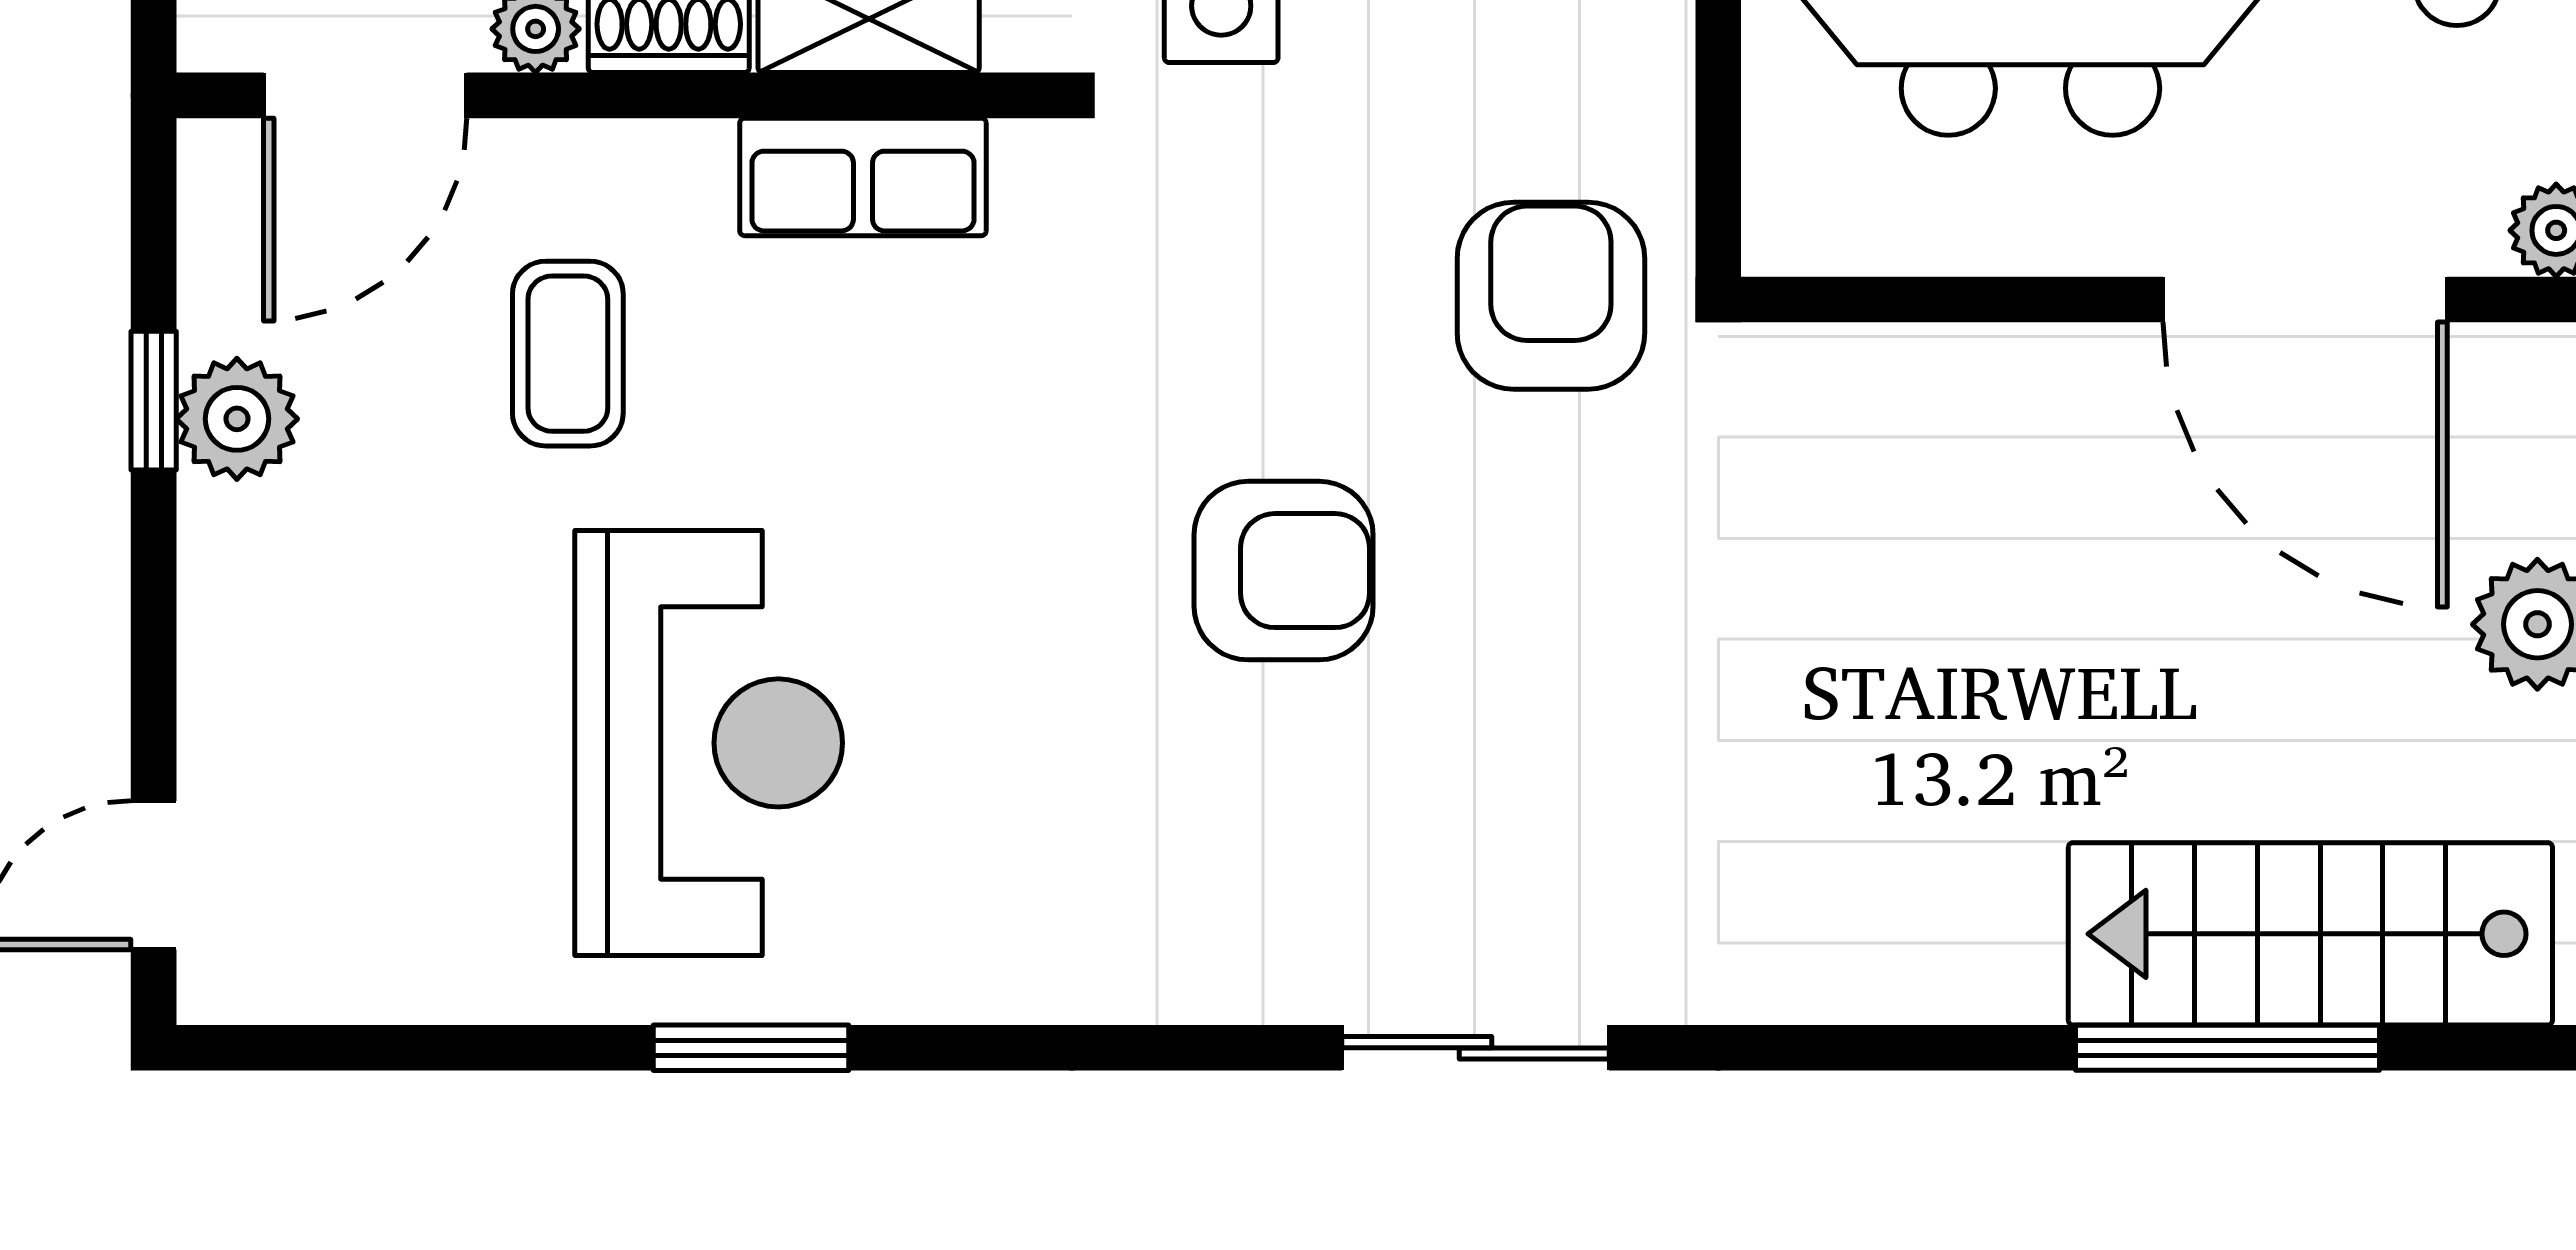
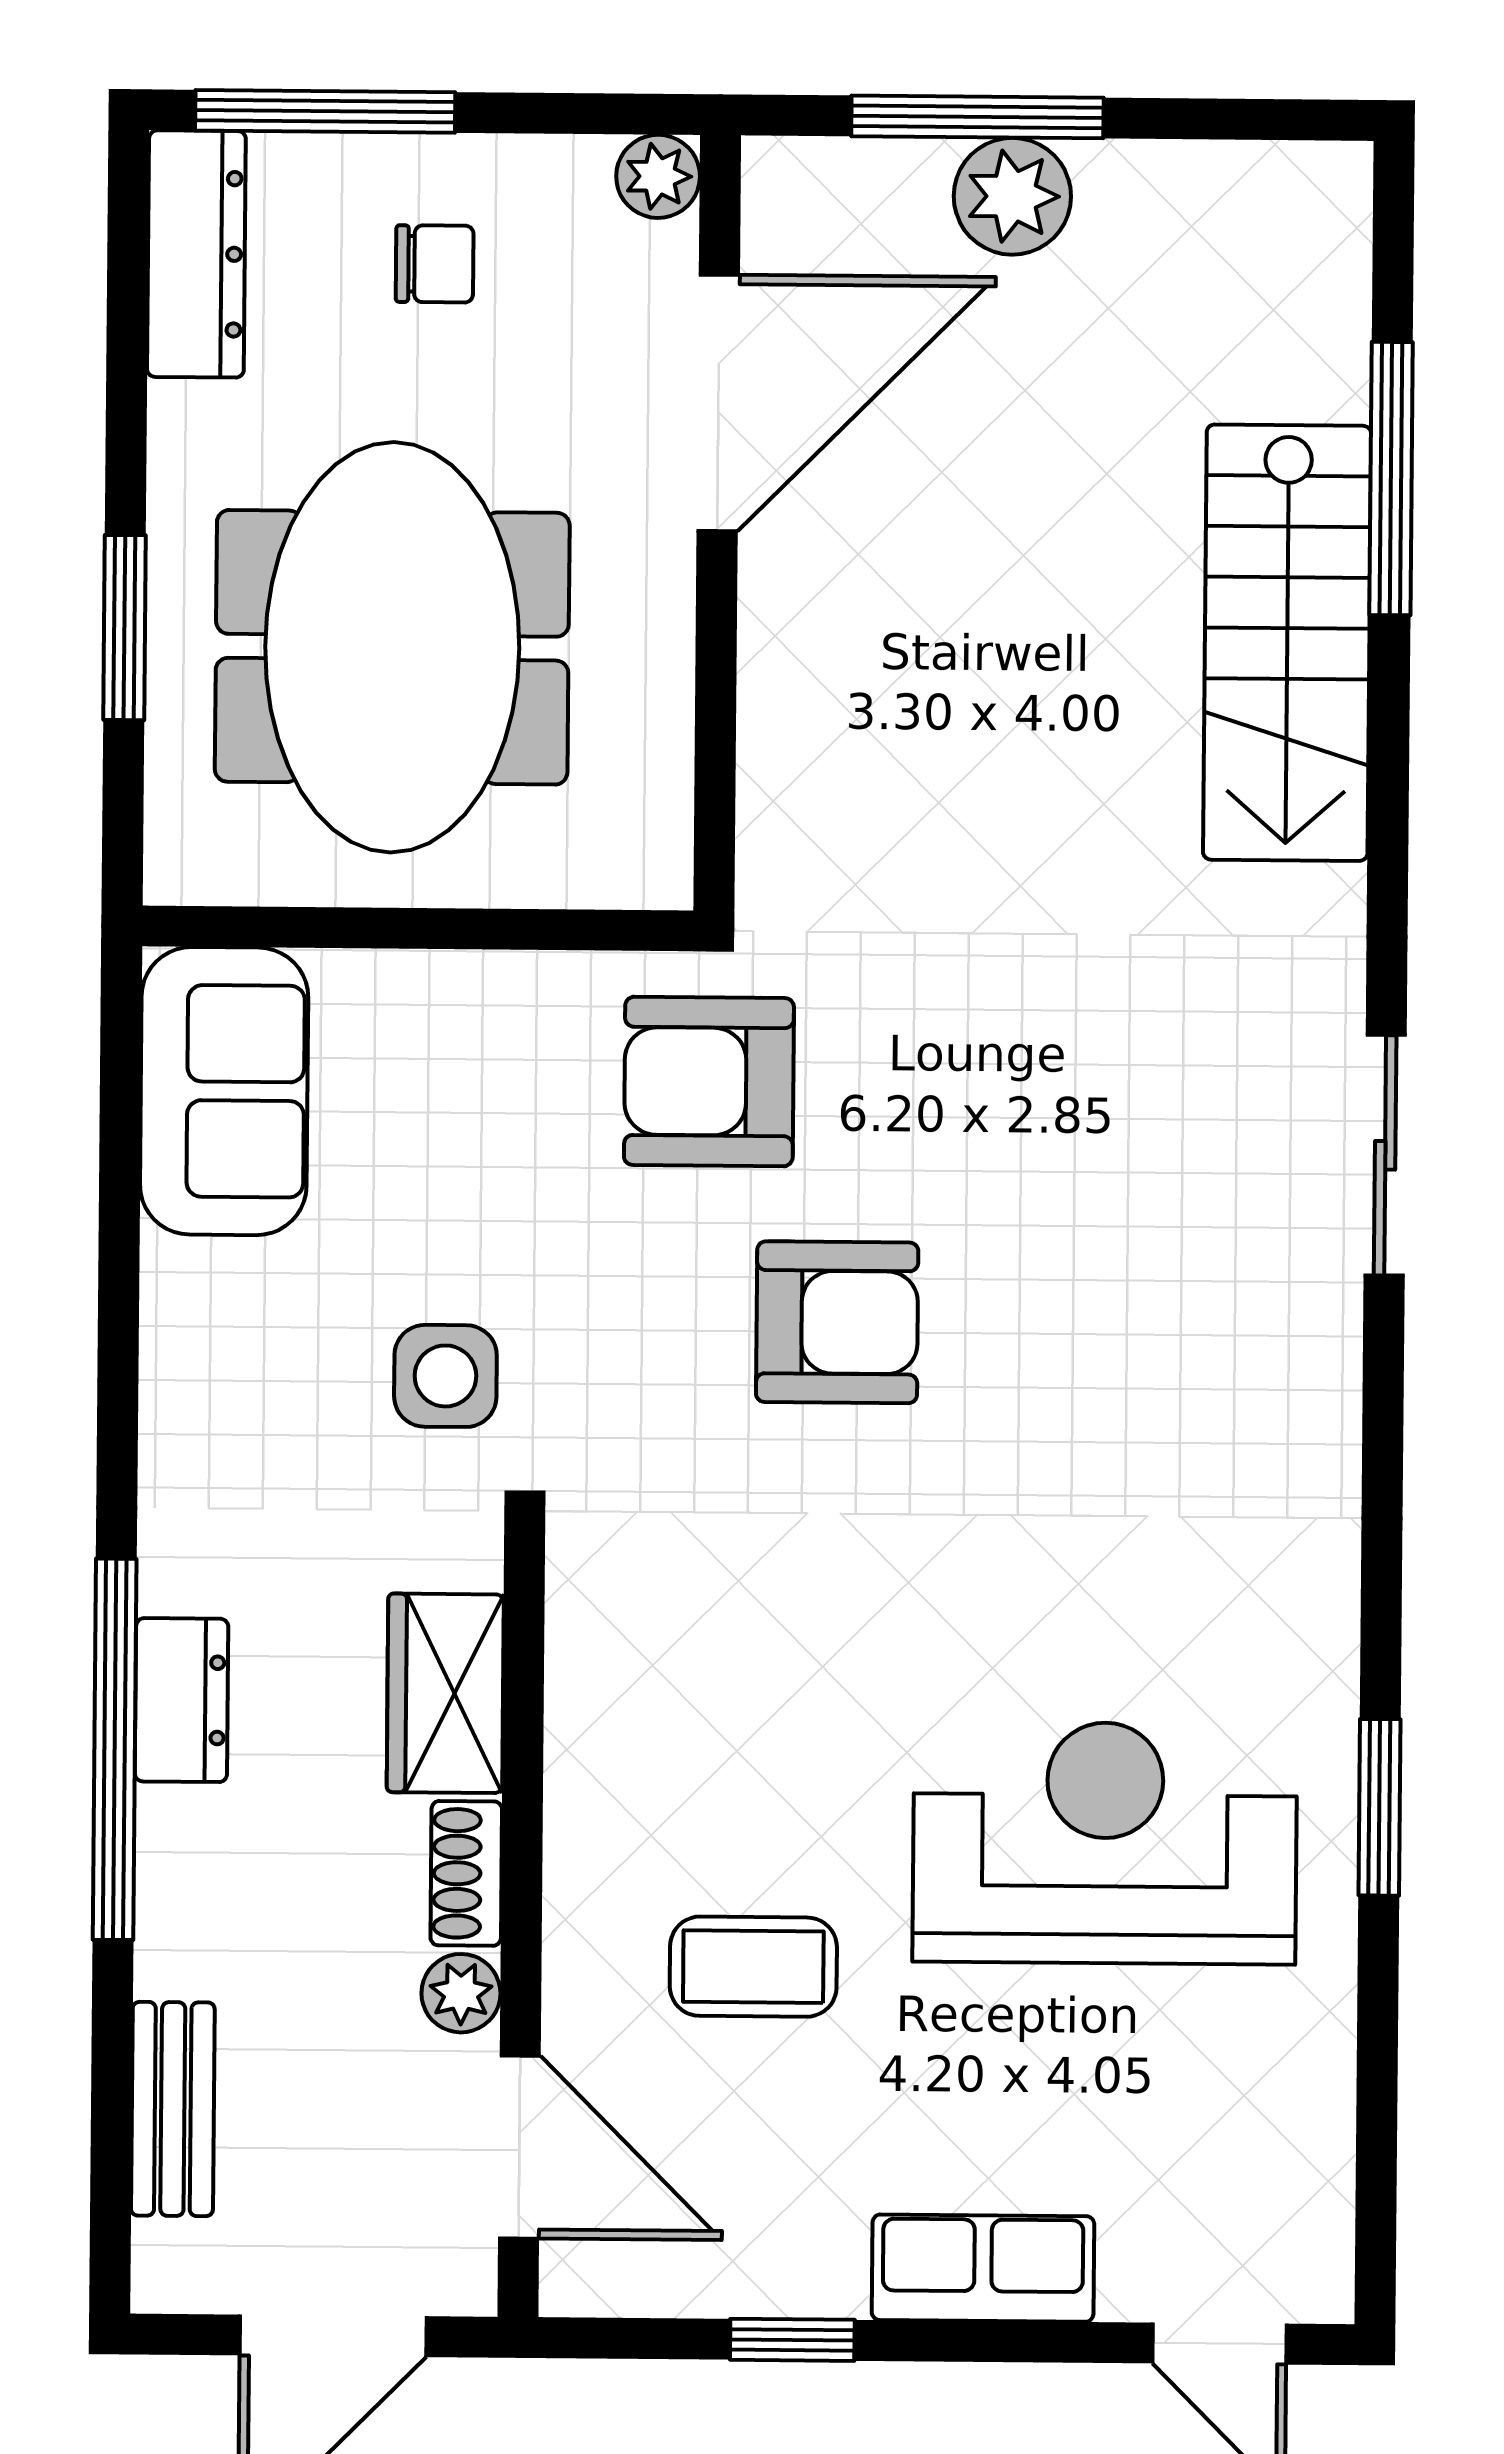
row of seats: (863, 177) -> (983, 2268), moved, turned -90
plant: (237, 419) -> (809, 2265), removed
armchair: (1284, 571) -> (837, 1322), moved, turned 90
stairs: (2310, 934) -> (1287, 643), moved

